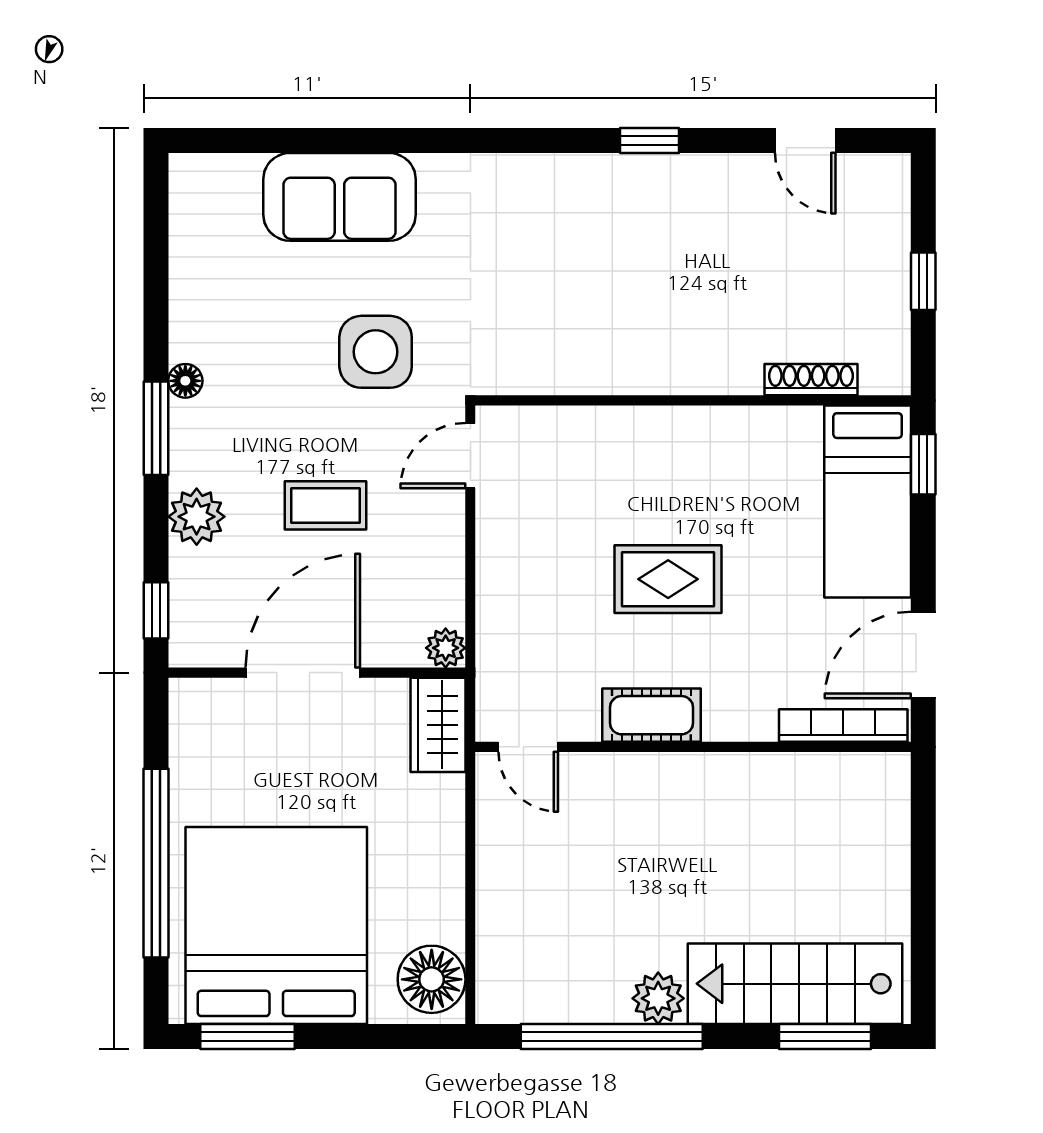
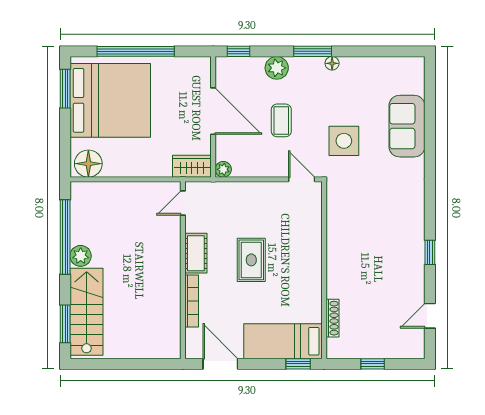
bookcase: (843, 726) -> (192, 301), moved

